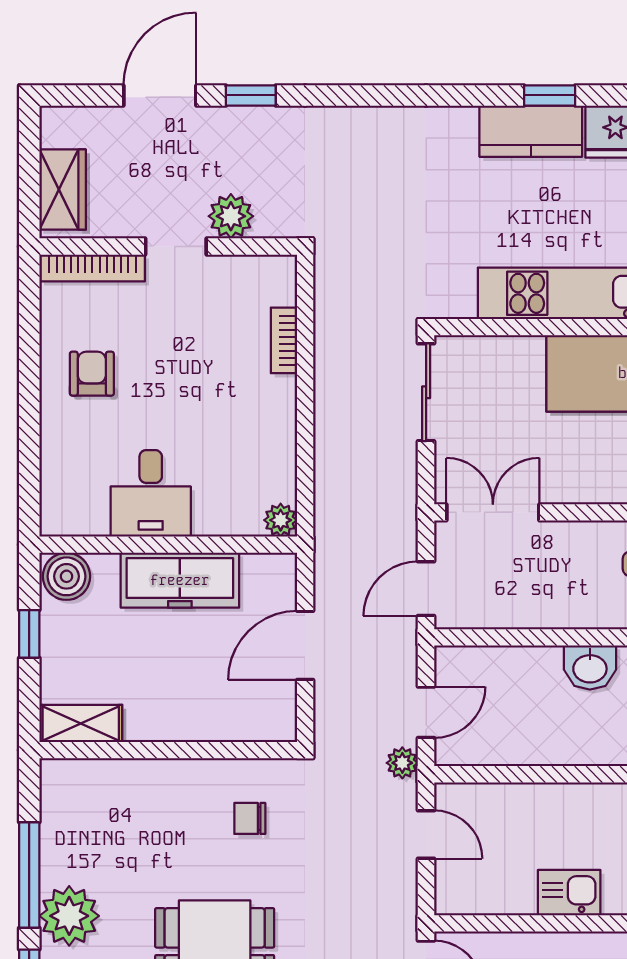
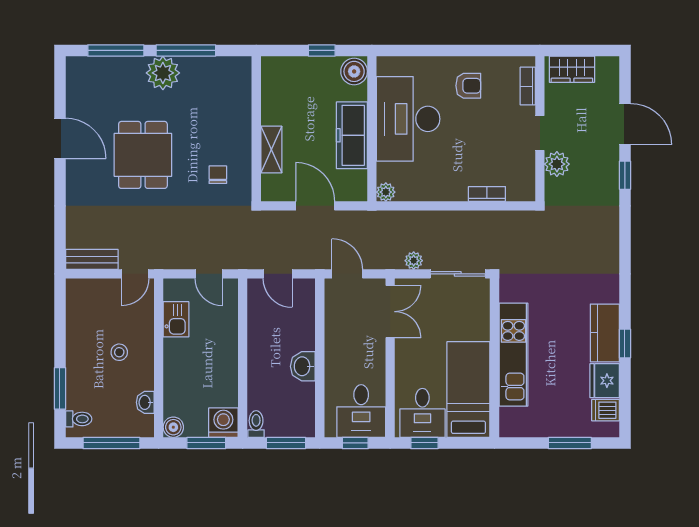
bookcase: (92, 268) -> (528, 86), width x0.64
desk: (151, 493) -> (408, 119), width x1.87, depth x1.30
shelving: (81, 723) -> (271, 150), moved
plant: (402, 763) -> (414, 261), moved
door: (426, 835) -> (209, 274), hinge flipped
kitchen sink: (569, 893) -> (176, 319), moved

